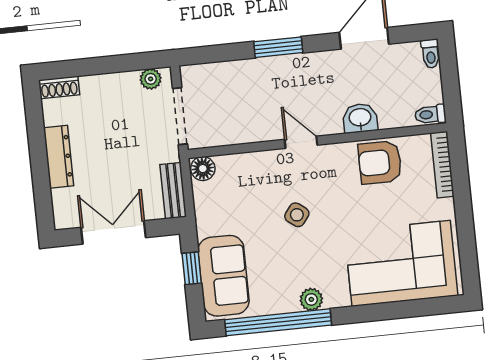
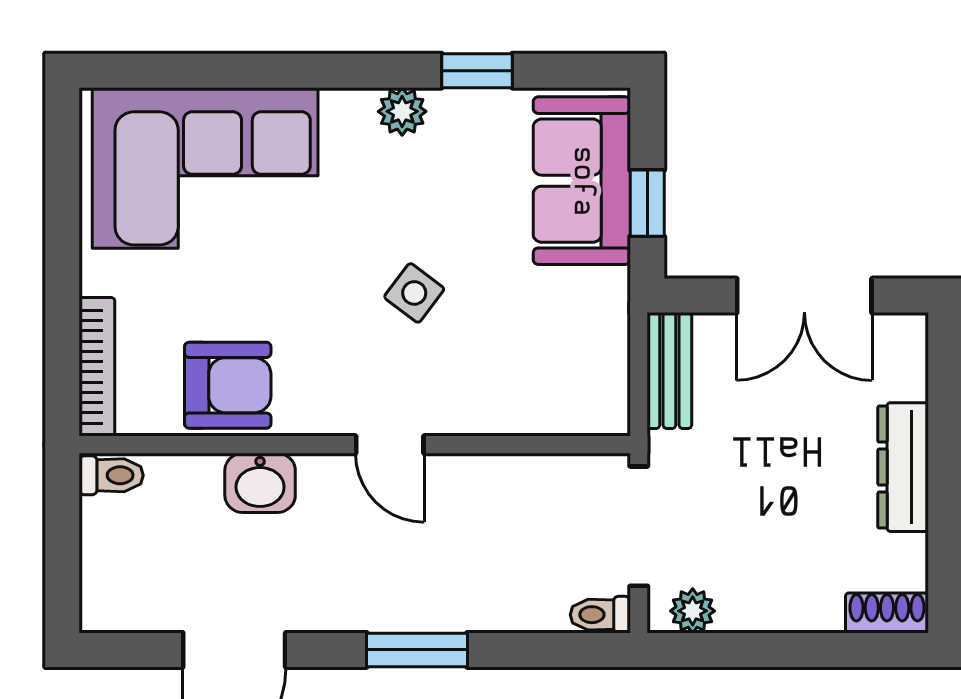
toilet: (431, 54) -> (600, 615), moved, turned -90
floor lamp: (203, 169) -> (602, 411), removed
window: (278, 322) -> (477, 71), width x0.32

